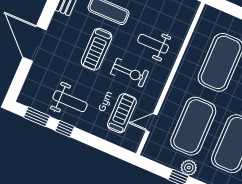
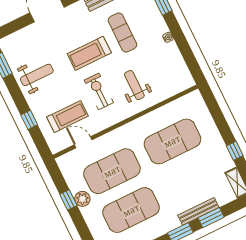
exercise bike: (130, 73) -> (99, 91), turned 180
weight bench: (70, 101) -> (37, 75), turned -90
window: (65, 129) -> (29, 120), moved

